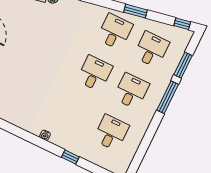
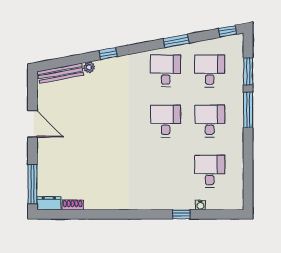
water cooler: (45, 135) -> (200, 205), moved

